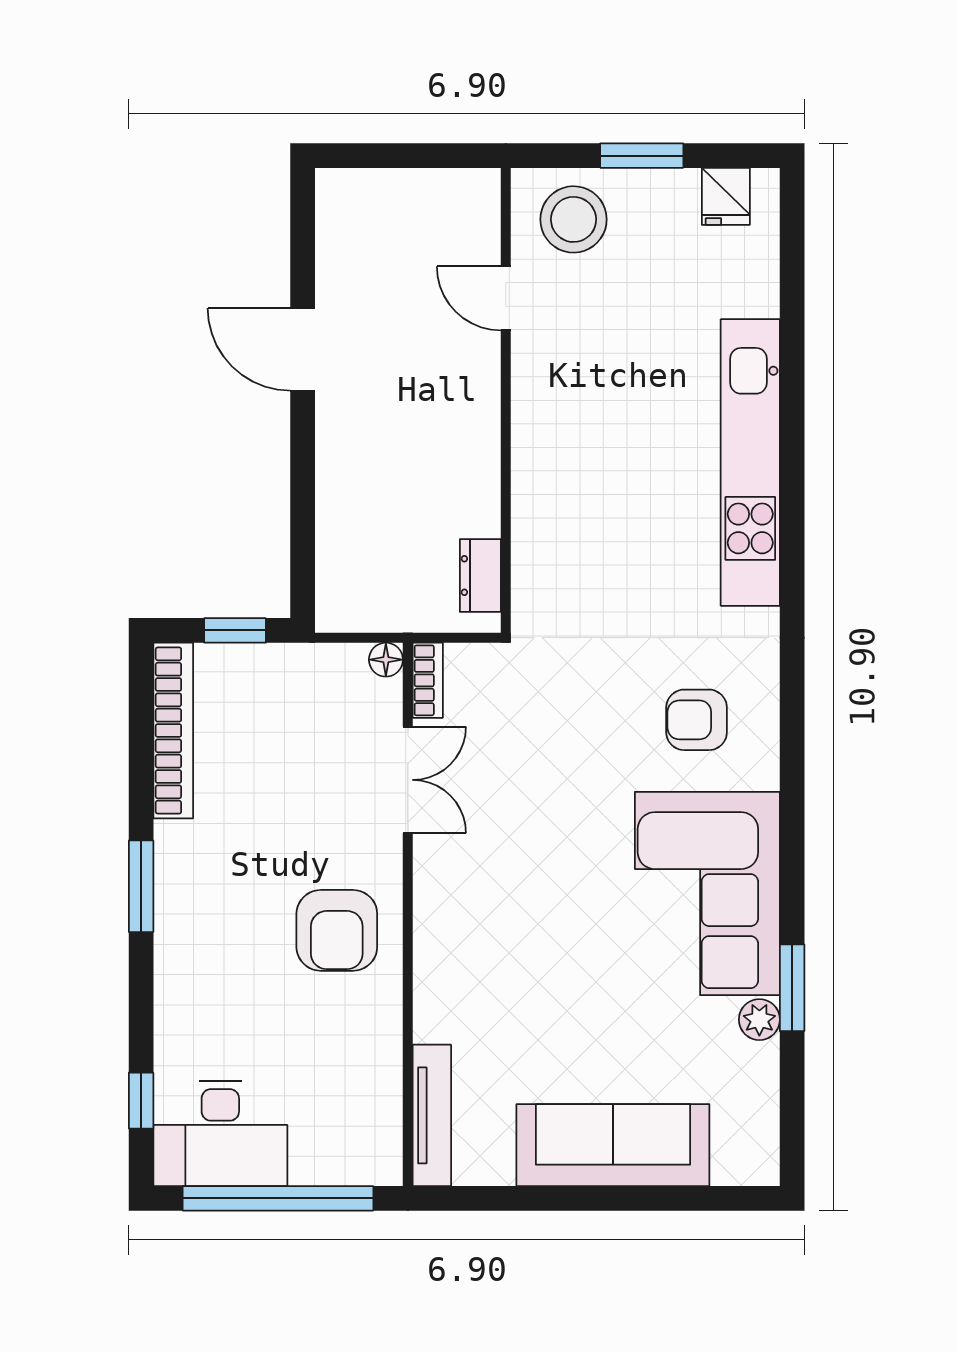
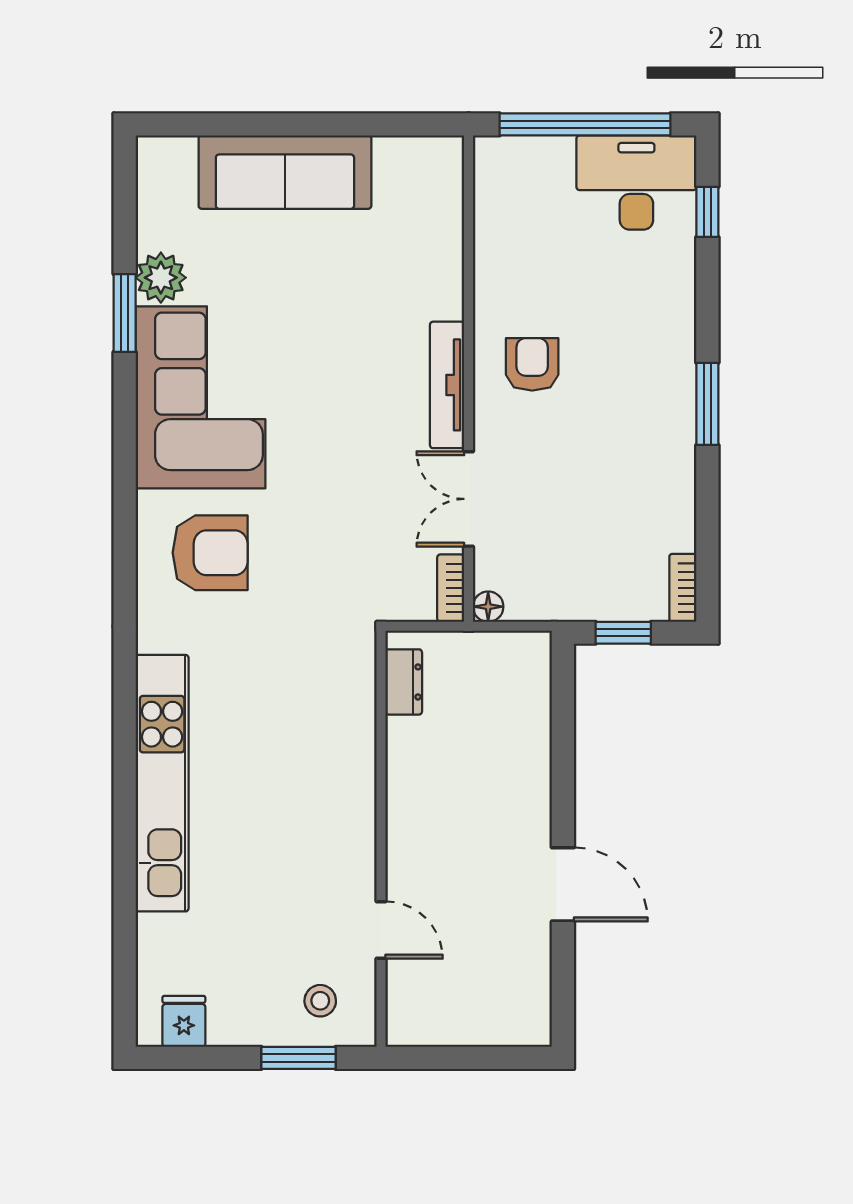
window: (642, 156) -> (299, 1058), moved
stool: (574, 219) -> (320, 1001), width x0.53, depth x0.53
armchair: (697, 720) -> (210, 553), width x1.38, depth x1.38
bookcase: (173, 730) -> (683, 588), width x0.43, depth x0.76
armchair: (337, 930) -> (532, 364), width x0.72, depth x0.72
plant: (759, 1020) -> (161, 278), width x1.38, depth x1.38
tv unit: (432, 1115) -> (447, 385), moved

